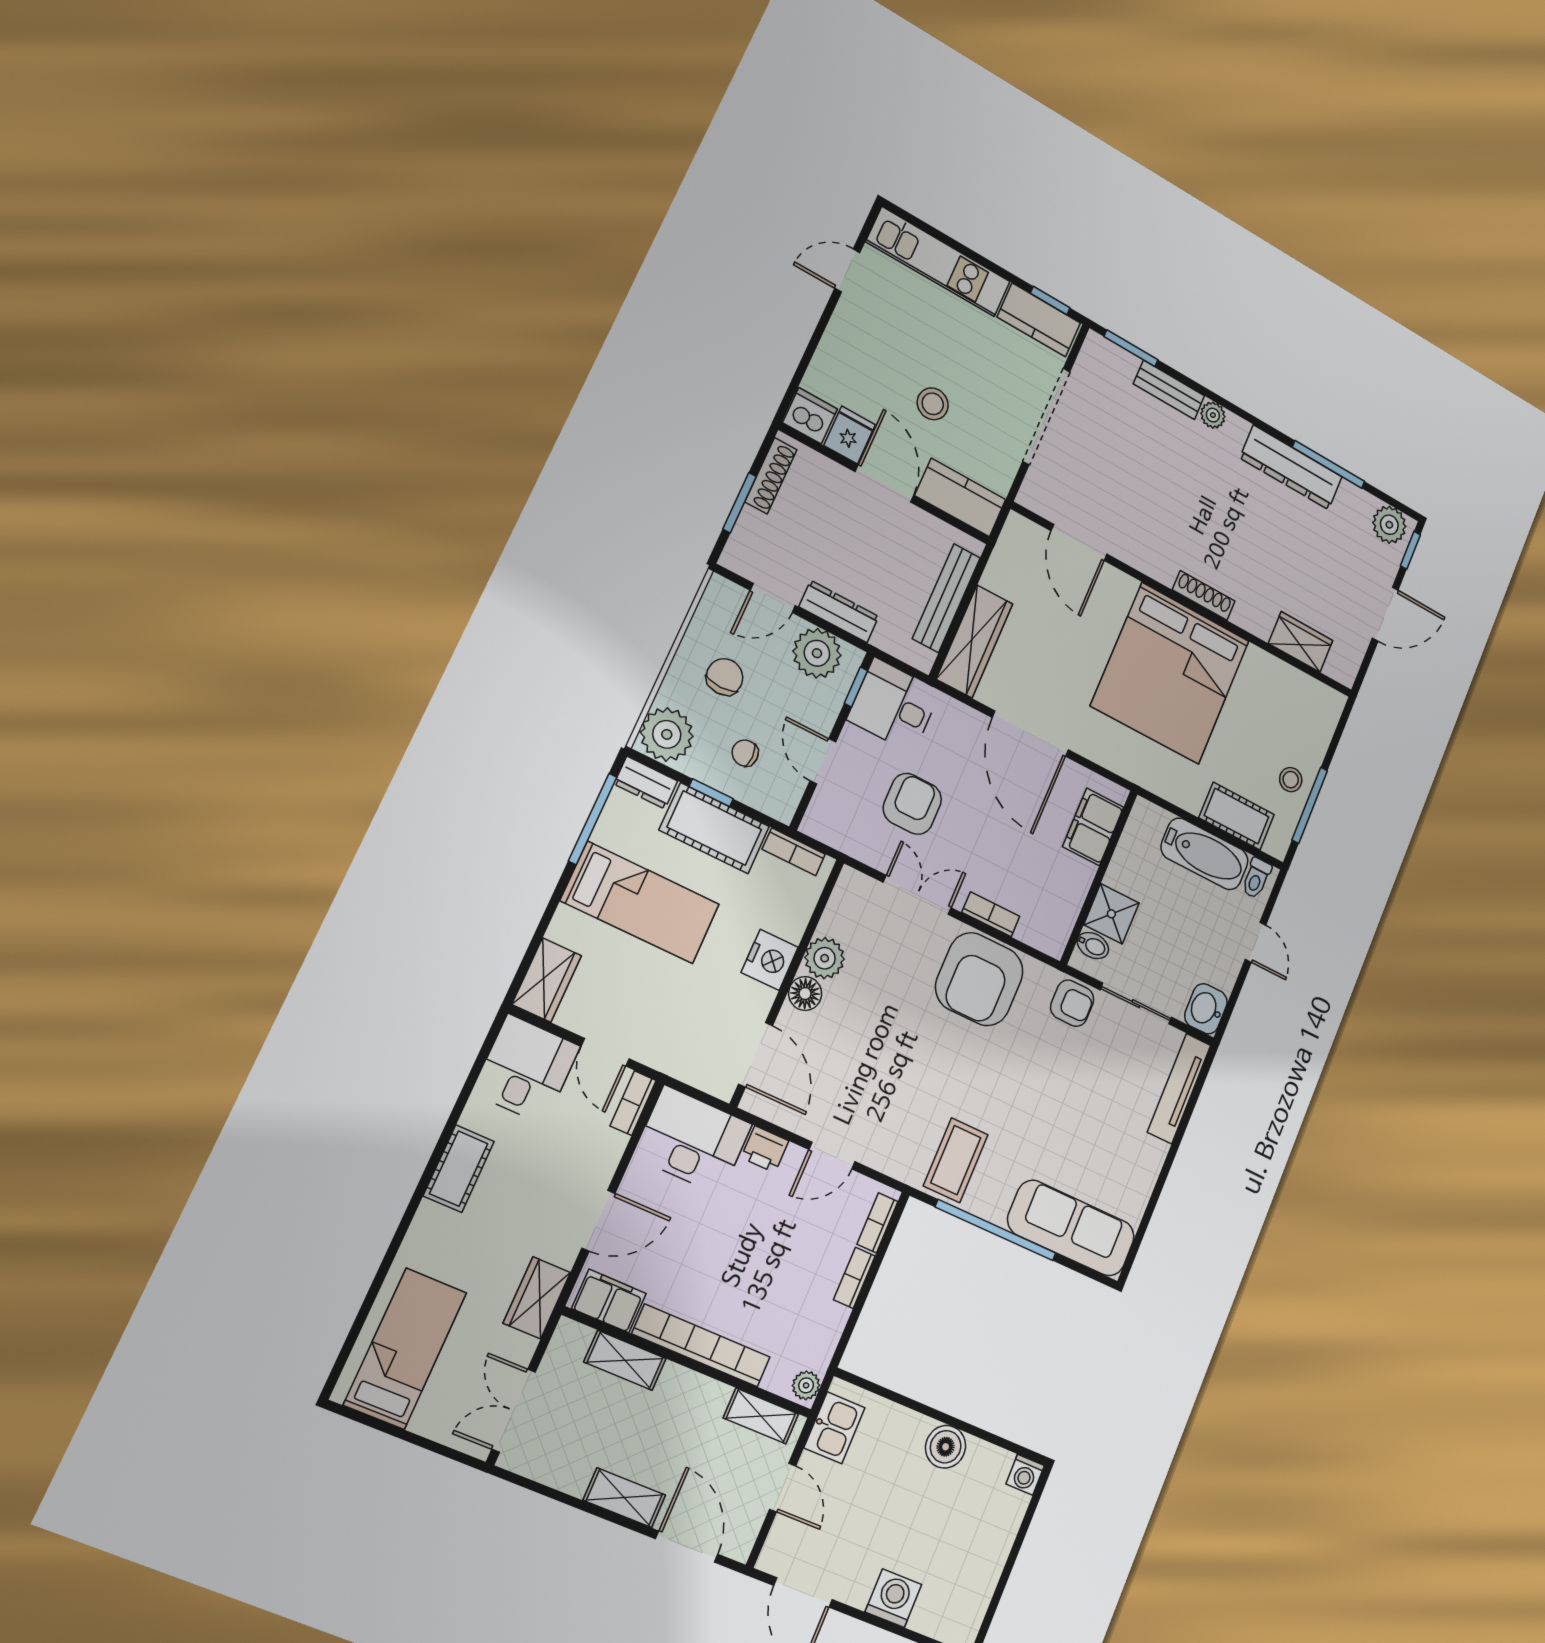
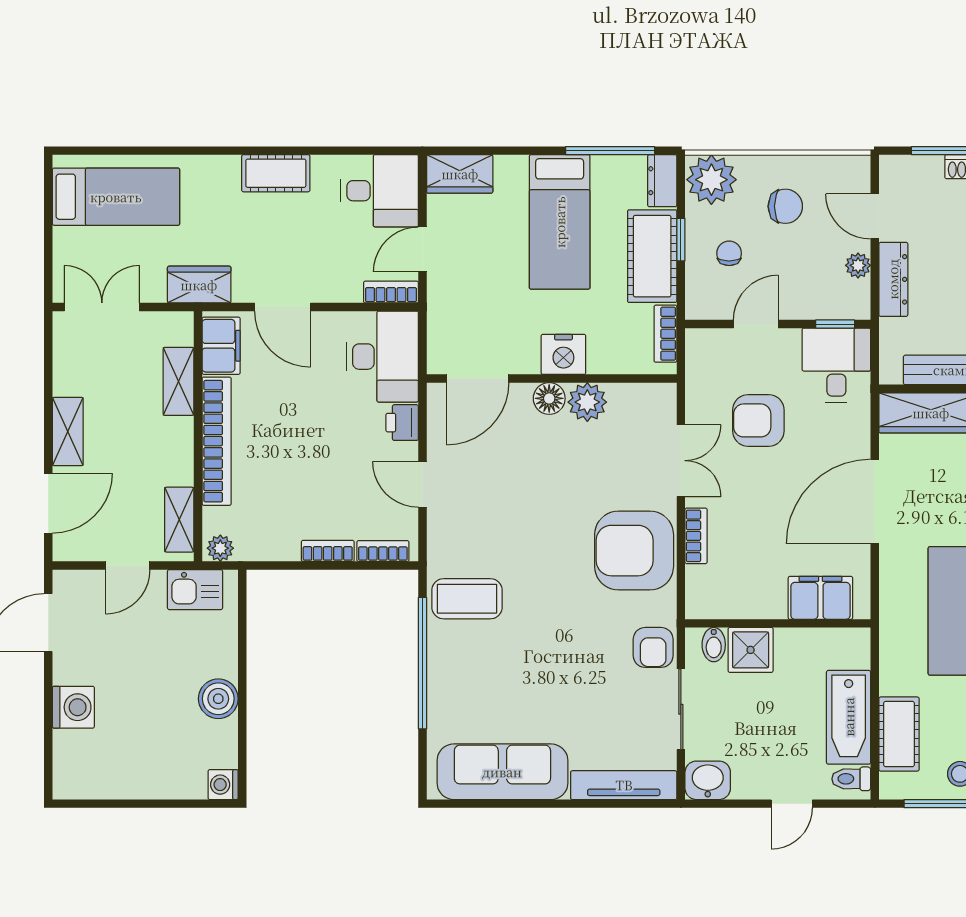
plant: (817, 653) -> (858, 265), width x0.53, depth x0.53
armchair: (912, 804) -> (758, 420), turned 180
sofa: (1071, 1228) -> (502, 772), moved, turned -90

